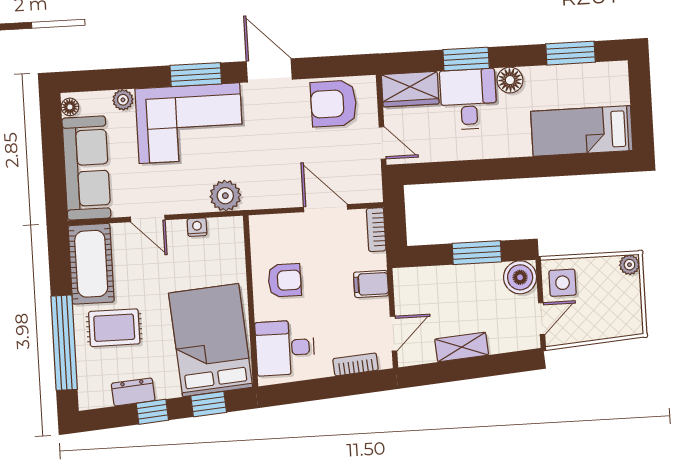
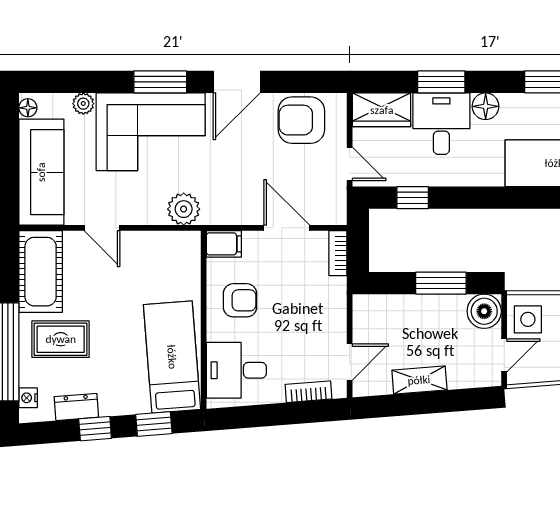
door: (269, 70) -> (237, 82), swing flipped
window: (445, 172) -> (413, 198), added
nightstand: (197, 227) -> (28, 398), moved, turned -90
filing cabinet: (371, 284) -> (224, 244), moved, turned 180
bed: (211, 340) -> (172, 357), width x0.67

